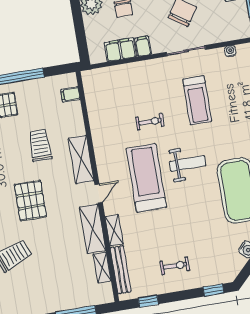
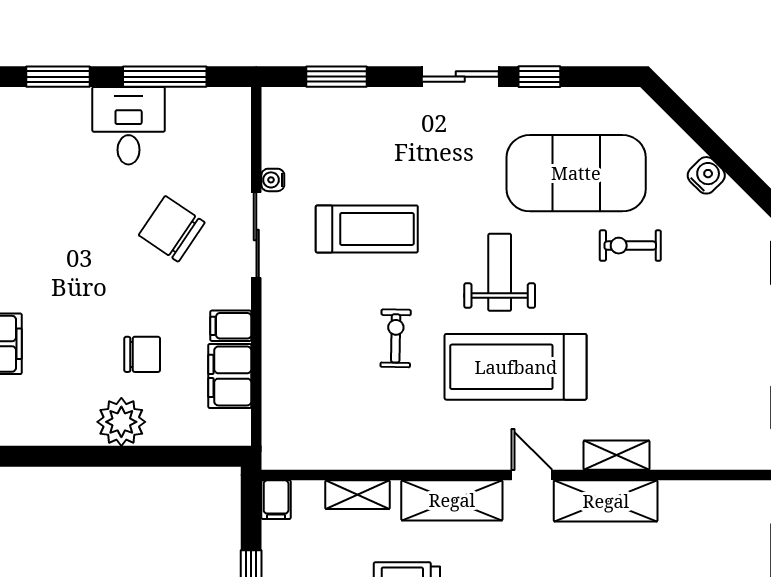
water cooler: (230, 51) -> (273, 180), moved
filing cabinet: (70, 94) -> (276, 500), moved
exercise bike: (175, 266) -> (630, 246), moved, turned -90
shelving: (102, 268) -> (358, 495), moved
bench: (121, 270) -> (704, 456), removed

